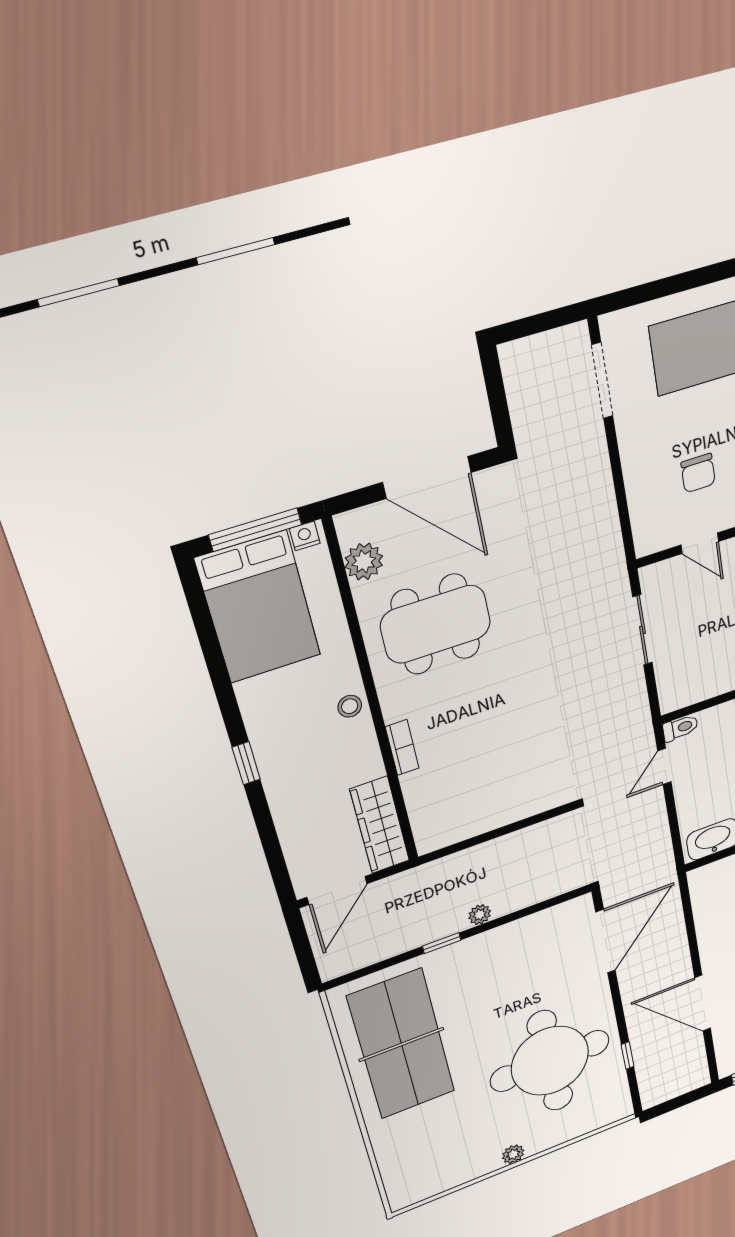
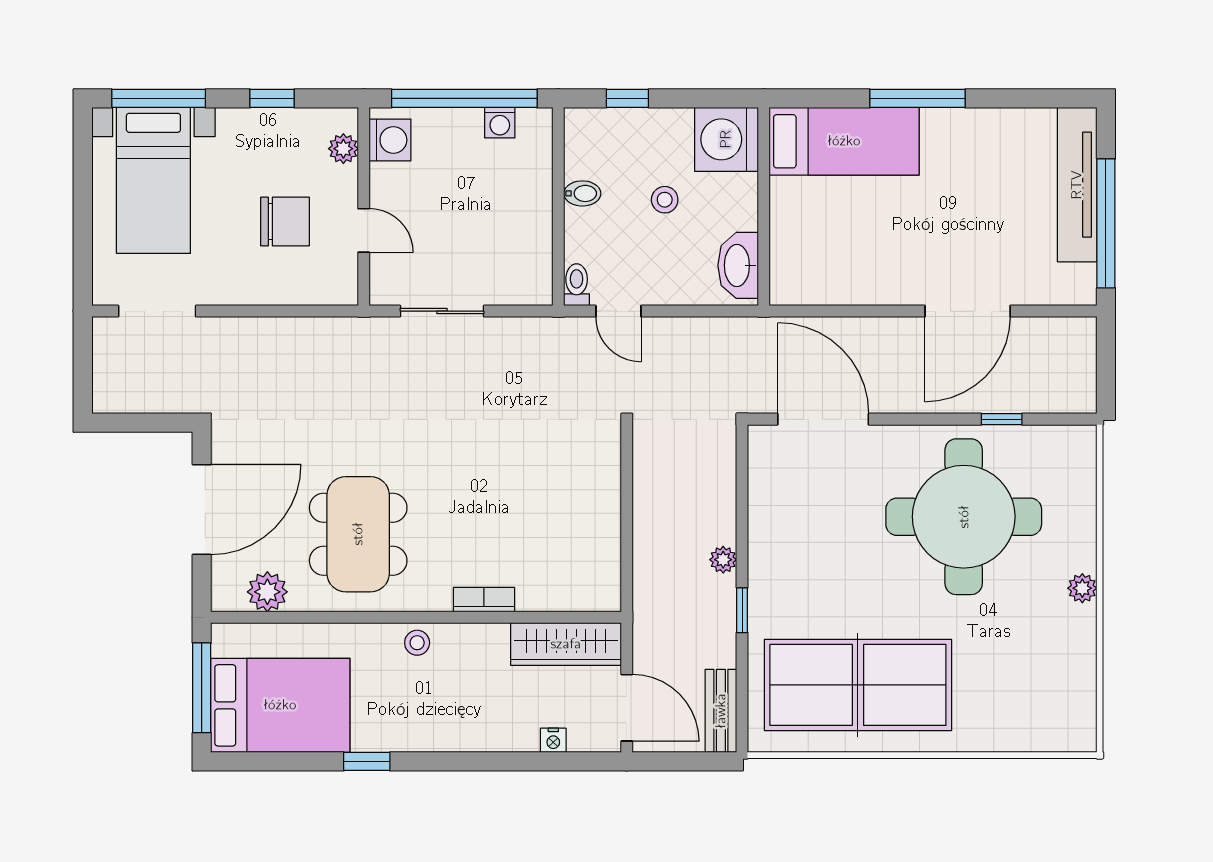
chair: (698, 473) -> (285, 221), width x1.37, depth x1.37
nightstand: (305, 536) -> (553, 740), moved, turned -90
door: (700, 543) -> (364, 230), hinge flipped
window: (246, 763) -> (367, 761), moved
bench: (354, 959) -> (721, 711), added

